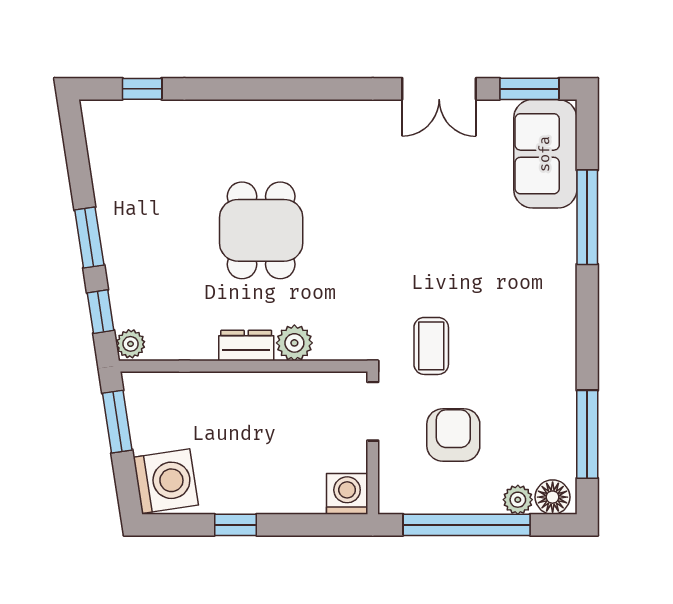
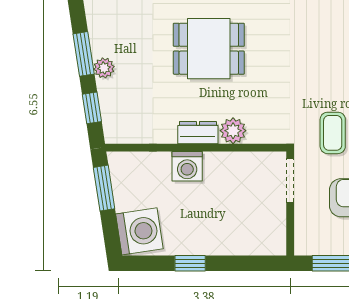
dining table: (261, 230) -> (209, 49), turned 90
plant: (131, 344) -> (104, 68), moved
washing machine: (347, 494) -> (187, 166), moved, turned 180

